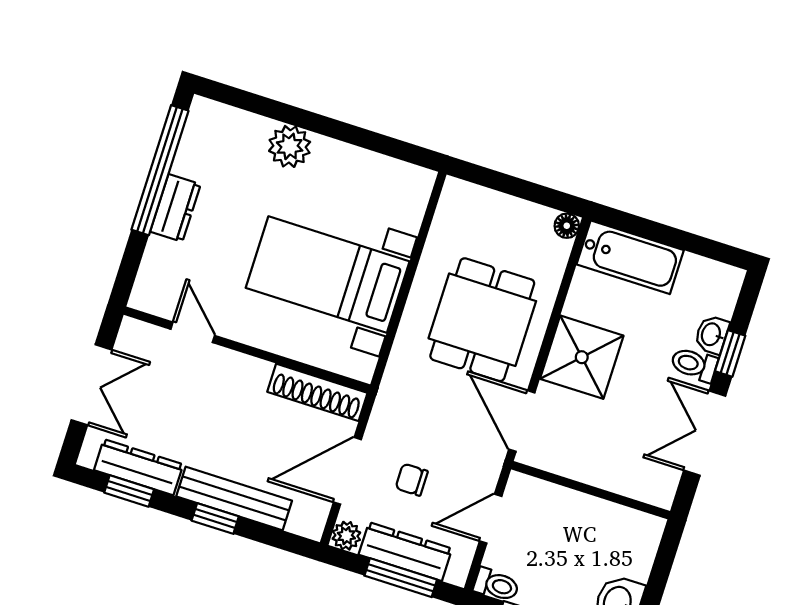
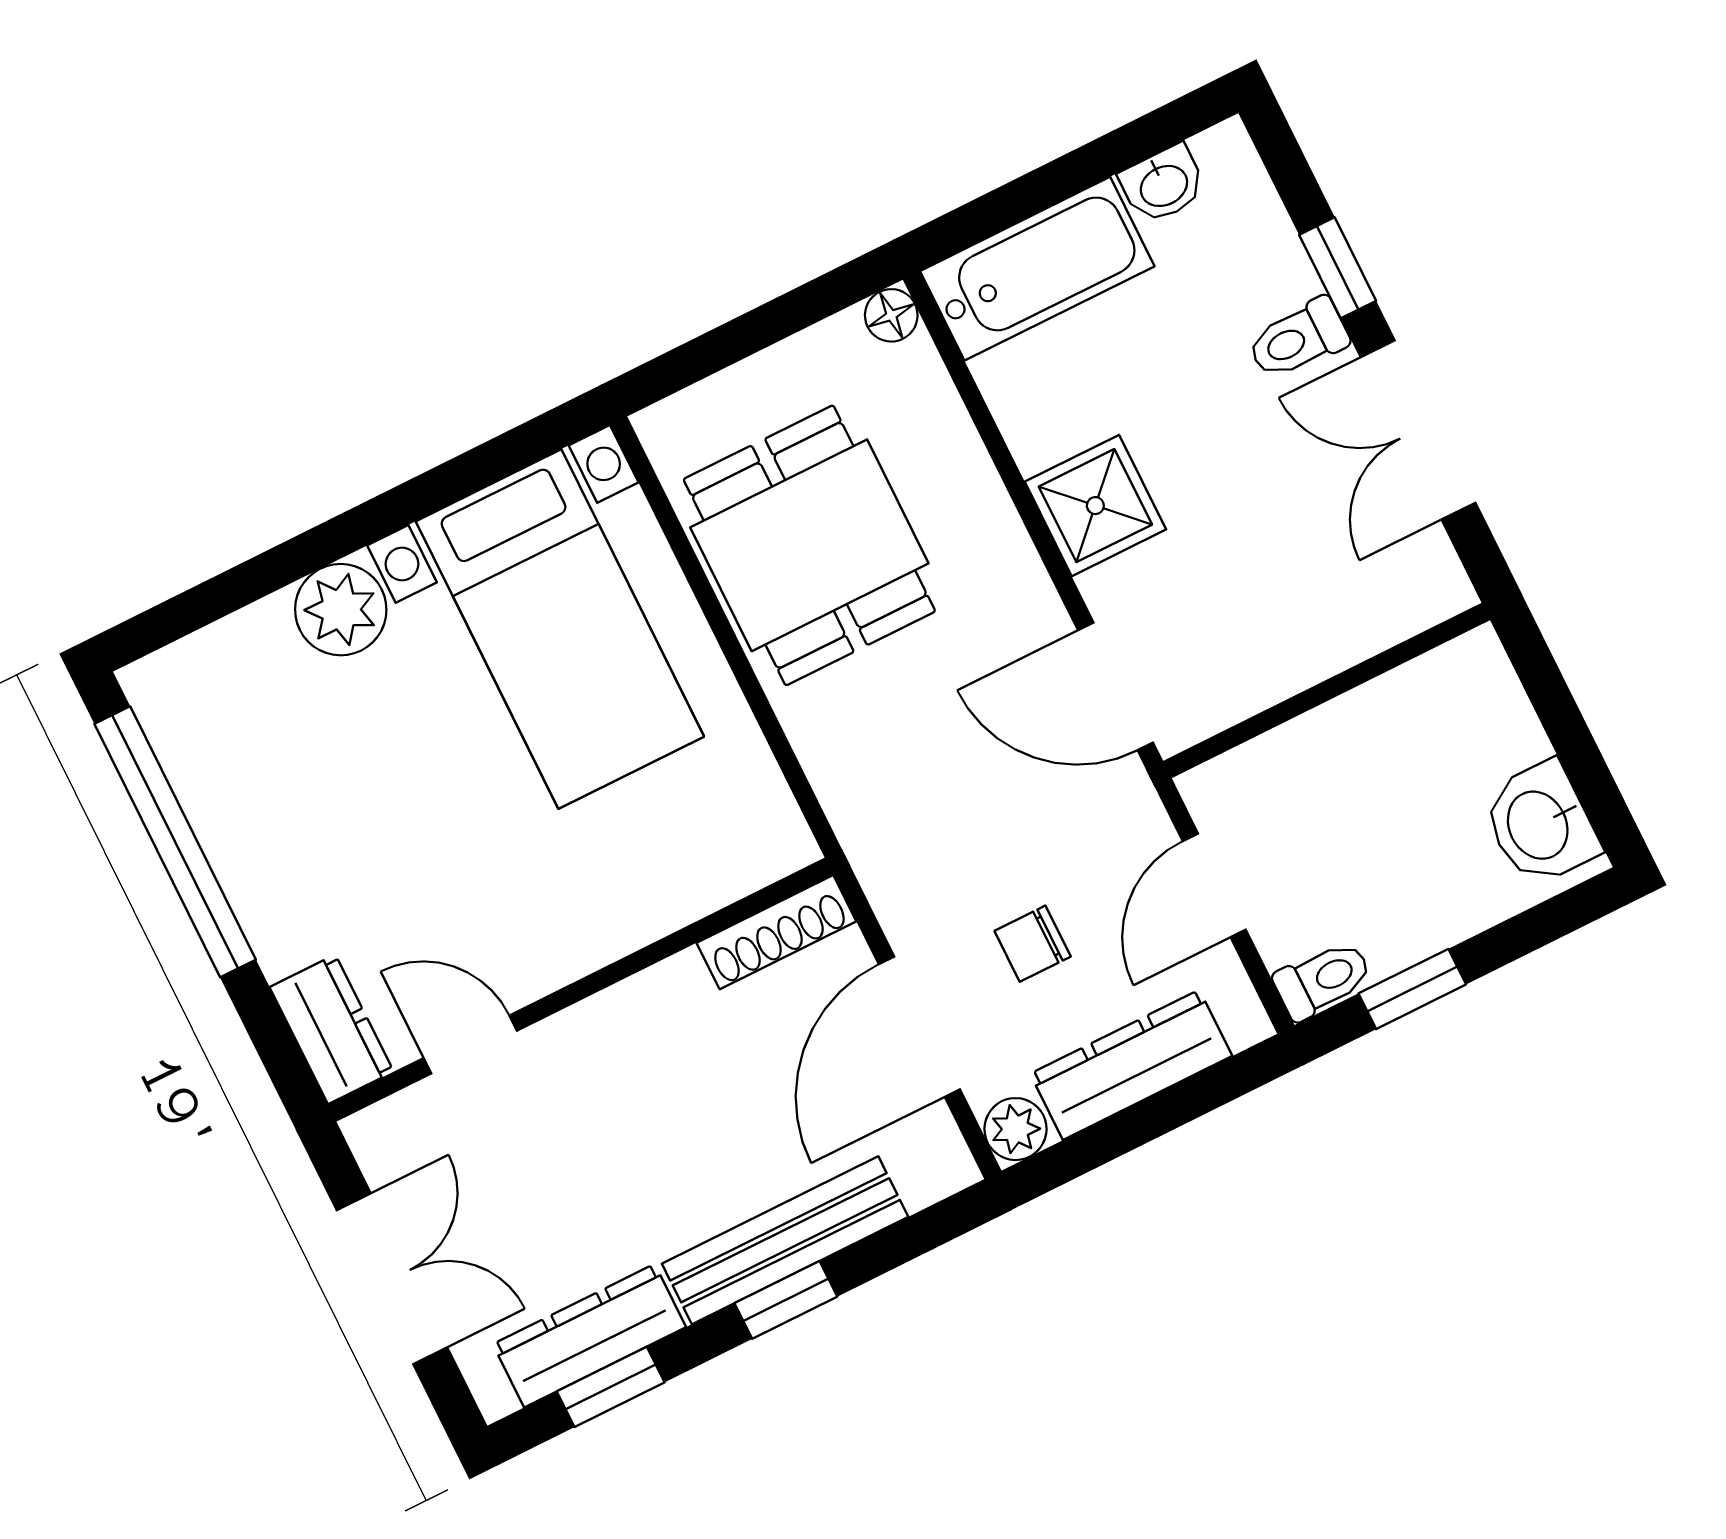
dresser: (175, 208) -> (332, 1029), moved
bed with nightstands: (328, 275) -> (560, 629), moved, turned -90
dining table: (482, 320) -> (809, 545), moved
washbasin: (712, 335) -> (1163, 184), moved, turned -90
shower: (582, 357) -> (1095, 506), width x0.73, depth x0.73
shoe rack: (317, 392) -> (776, 932), width x0.74, depth x0.81
window: (401, 578) -> (1163, 1112), removed

